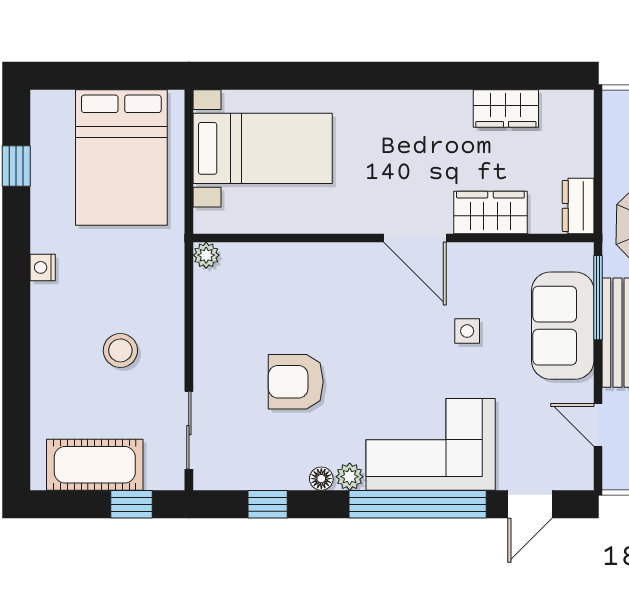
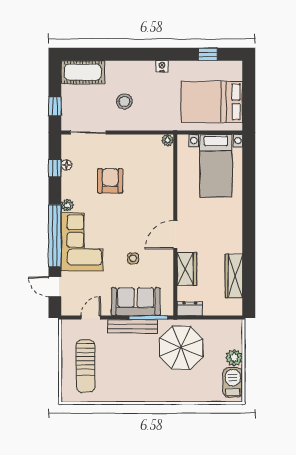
wardrobe: (506, 108) -> (234, 276), width x1.50
cot: (95, 465) -> (83, 72), moved, turned 90
floor lamp: (321, 479) -> (66, 165), moved

